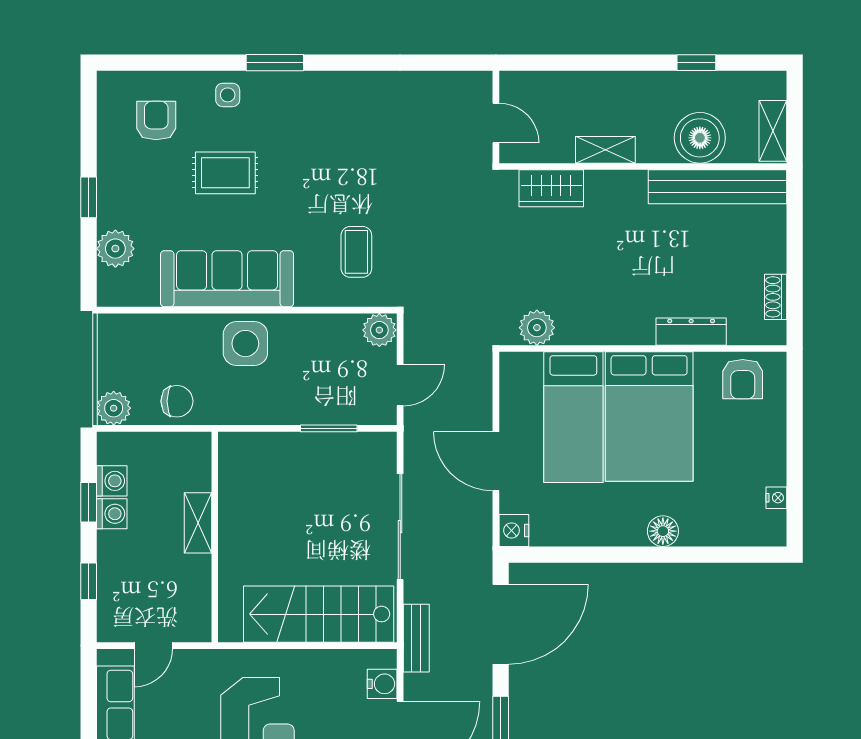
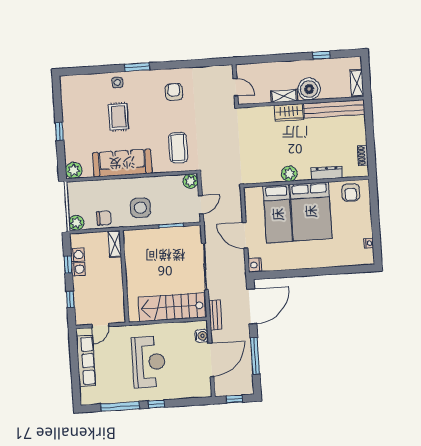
armchair: (156, 121) -> (174, 92), moved
boiler: (700, 138) -> (309, 89), moved
rug: (225, 173) -> (119, 117), turned 90
wardrobe: (551, 188) -> (289, 113), moved
plant: (115, 249) -> (74, 170), moved
coffee table: (356, 252) -> (178, 148), width x1.36, depth x1.30
plant: (537, 328) -> (289, 174), moved
side table: (245, 344) -> (141, 208), moved
shelving: (198, 523) -> (115, 244), moved
floor lamp: (663, 531) -> (320, 261), removed

